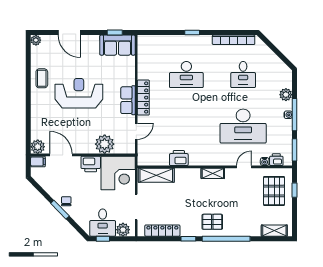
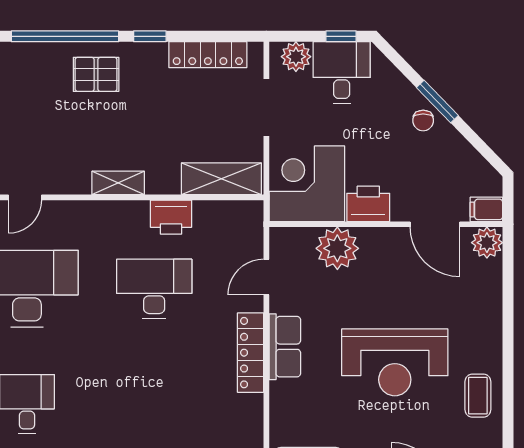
desk: (186, 75) -> (154, 289), moved
shelving: (213, 173) -> (118, 183), moved

